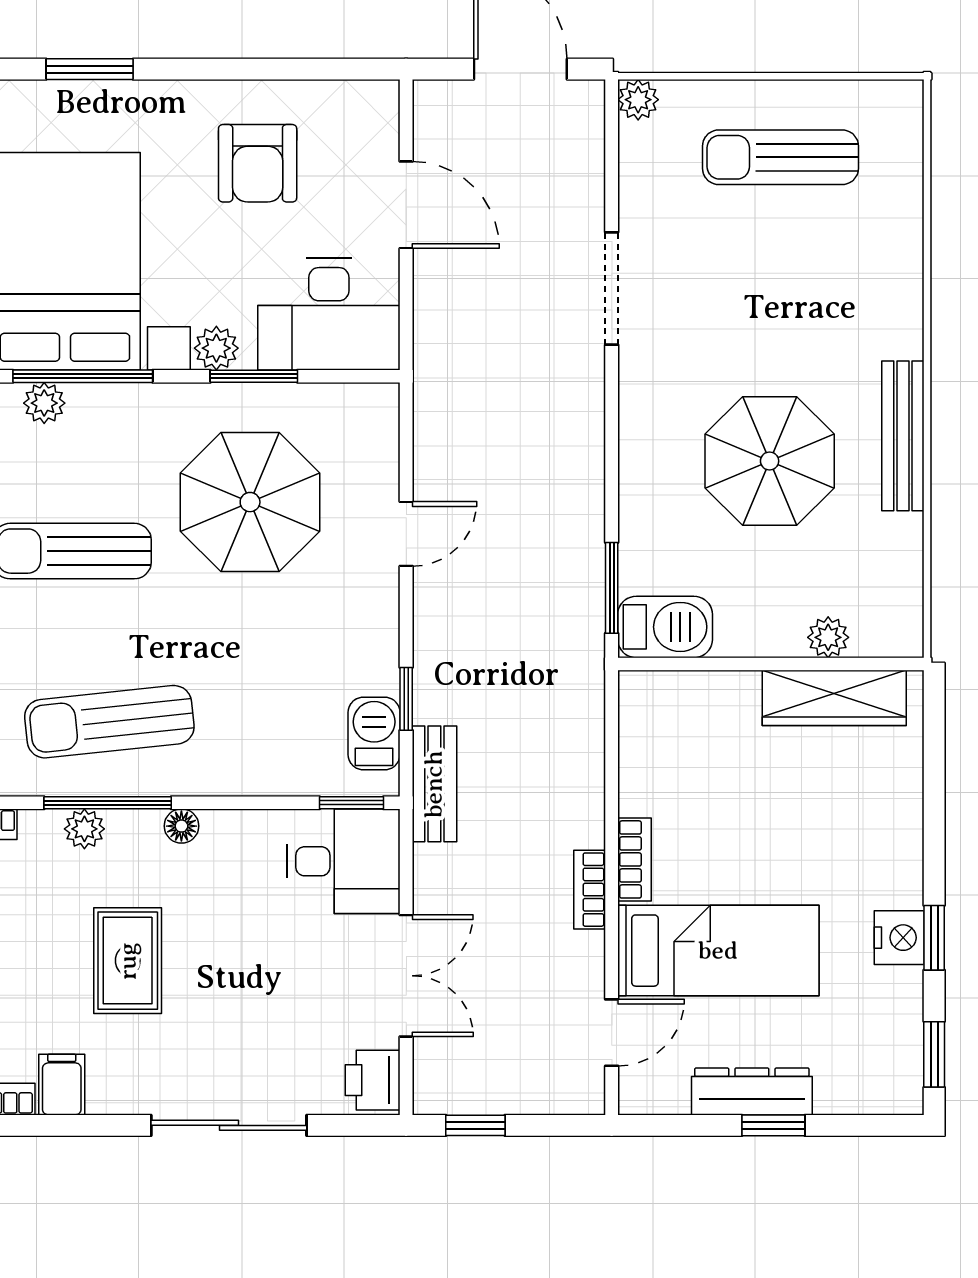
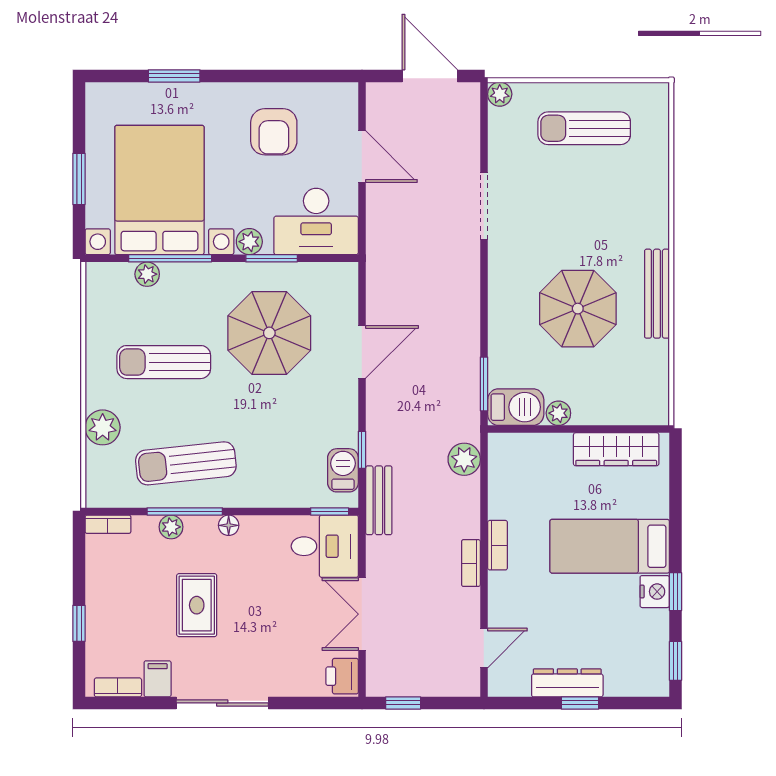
door: (406, 534) -> (362, 352), width x1.38
plant: (828, 637) -> (558, 413), moved
plant: (578, 715) -> (464, 459), added
bed: (718, 951) -> (610, 546), moved, turned 180
double door: (406, 976) -> (362, 614), swing flipped
sliding door: (229, 1125) -> (222, 703), moved

